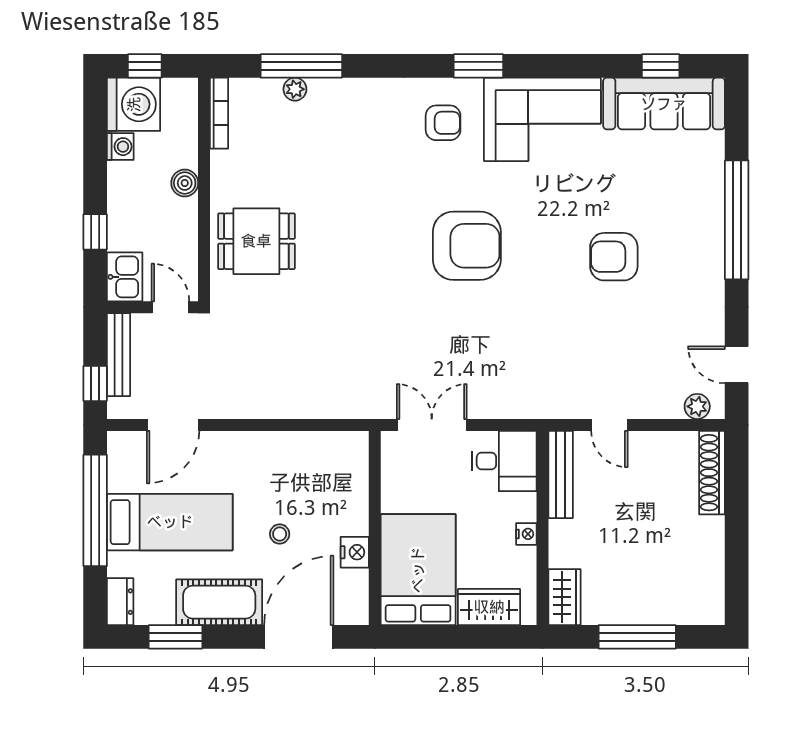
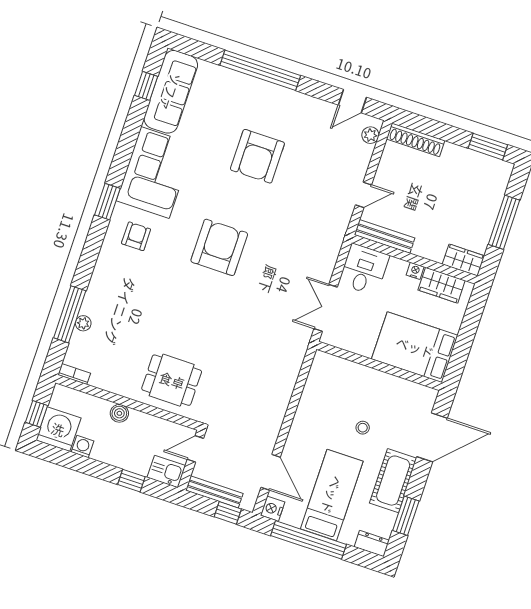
bookcase: (219, 113) -> (74, 374), width x0.64
dining table: (256, 241) -> (172, 380), turned 90
armchair: (614, 257) -> (257, 156), width x1.36, depth x1.36
nightstand: (355, 552) -> (273, 509), moved, turned -90
window: (737, 578) -> (488, 147), added
wardrobe: (489, 607) -> (442, 285), moved, turned -90
door: (299, 637) -> (432, 437), swing flipped

